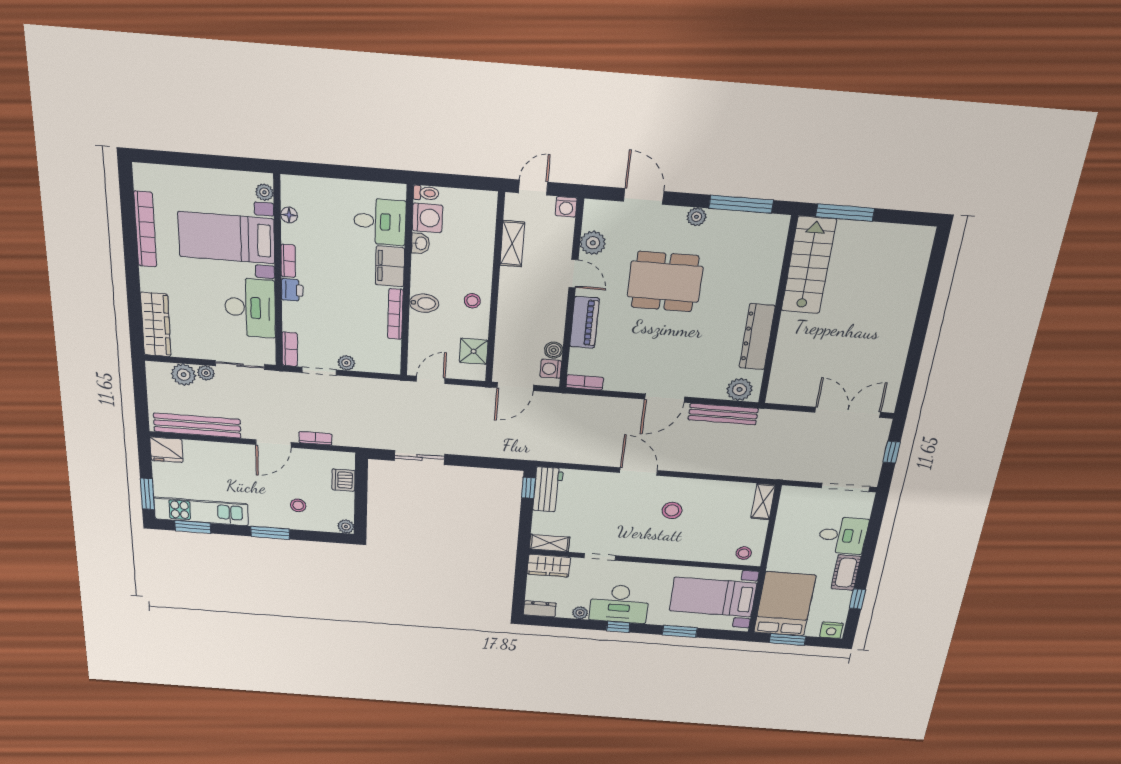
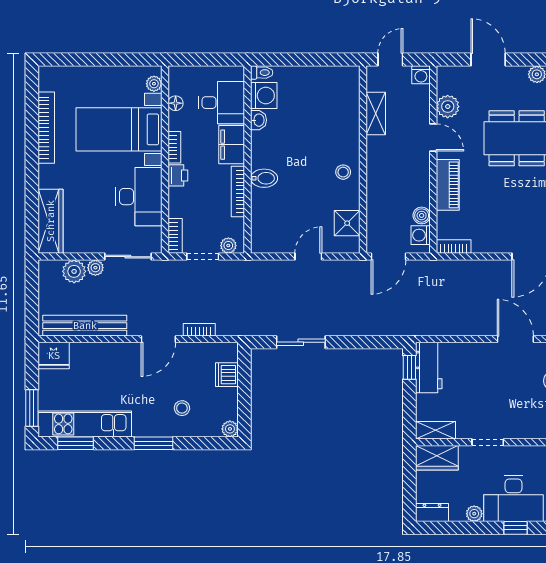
toilet: (426, 193) -> (262, 73), moved
washing machine: (427, 218) -> (264, 96), moved
desk: (380, 222) -> (221, 103), moved
washbasin: (421, 243) -> (259, 120), moved
filing cabinet: (390, 266) -> (232, 145), moved
wall: (407, 283) -> (247, 160), moved
bidet: (424, 303) -> (264, 178), moved
bookcase: (395, 314) -> (238, 191), moved

